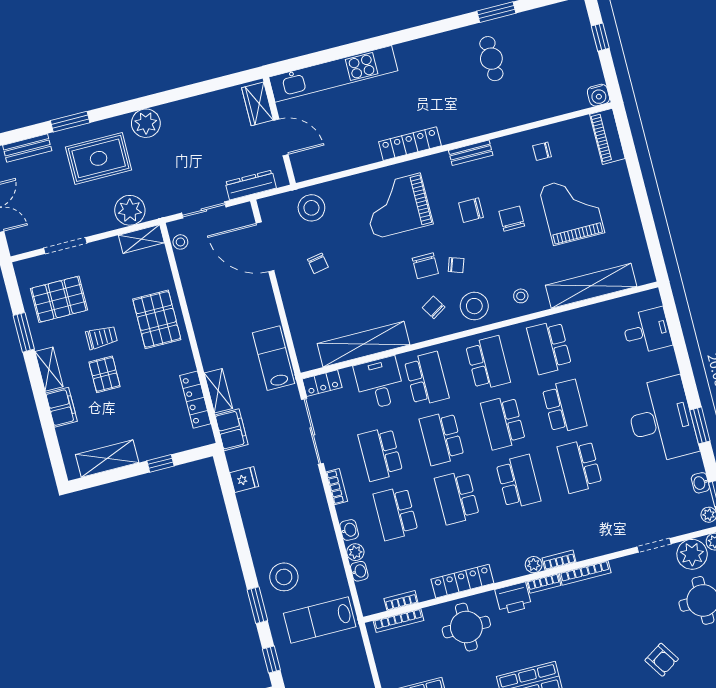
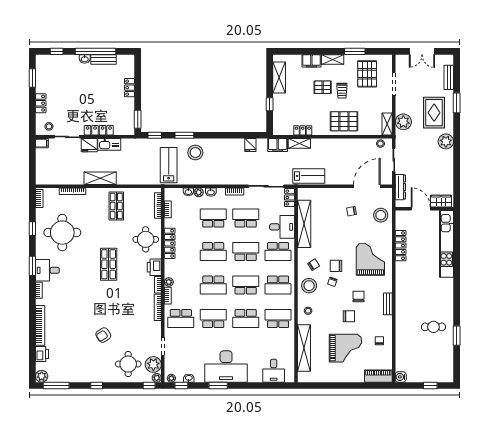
door: (281, 137) -> (421, 209), swing flipped
locker: (410, 144) -> (401, 246), moved
locker: (195, 400) -> (303, 130), width x0.66
school desk: (457, 498) -> (213, 252), turned 180
school desk: (595, 525) -> (181, 319), added

